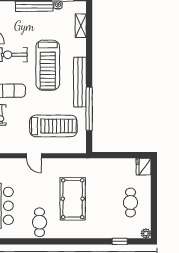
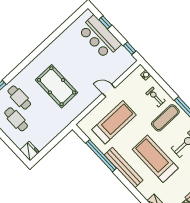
treadmill: (53, 126) -> (114, 122), turned 180
cafe table: (40, 222) -> (19, 98), moved

